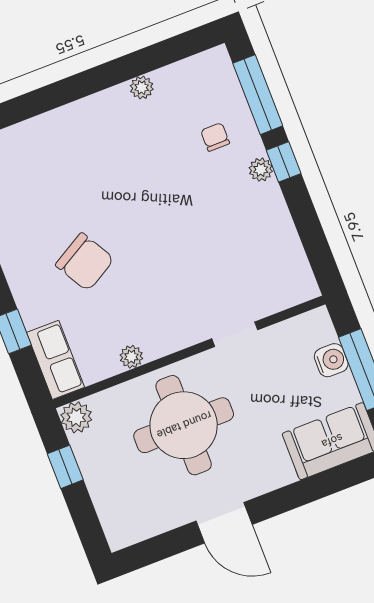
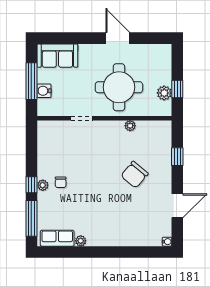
chair: (215, 137) -> (61, 182), moved
chair: (85, 262) -> (134, 175), turned -110
row of seats: (56, 360) -> (57, 238), moved, turned 90
plant: (76, 417) -> (164, 93), moved

